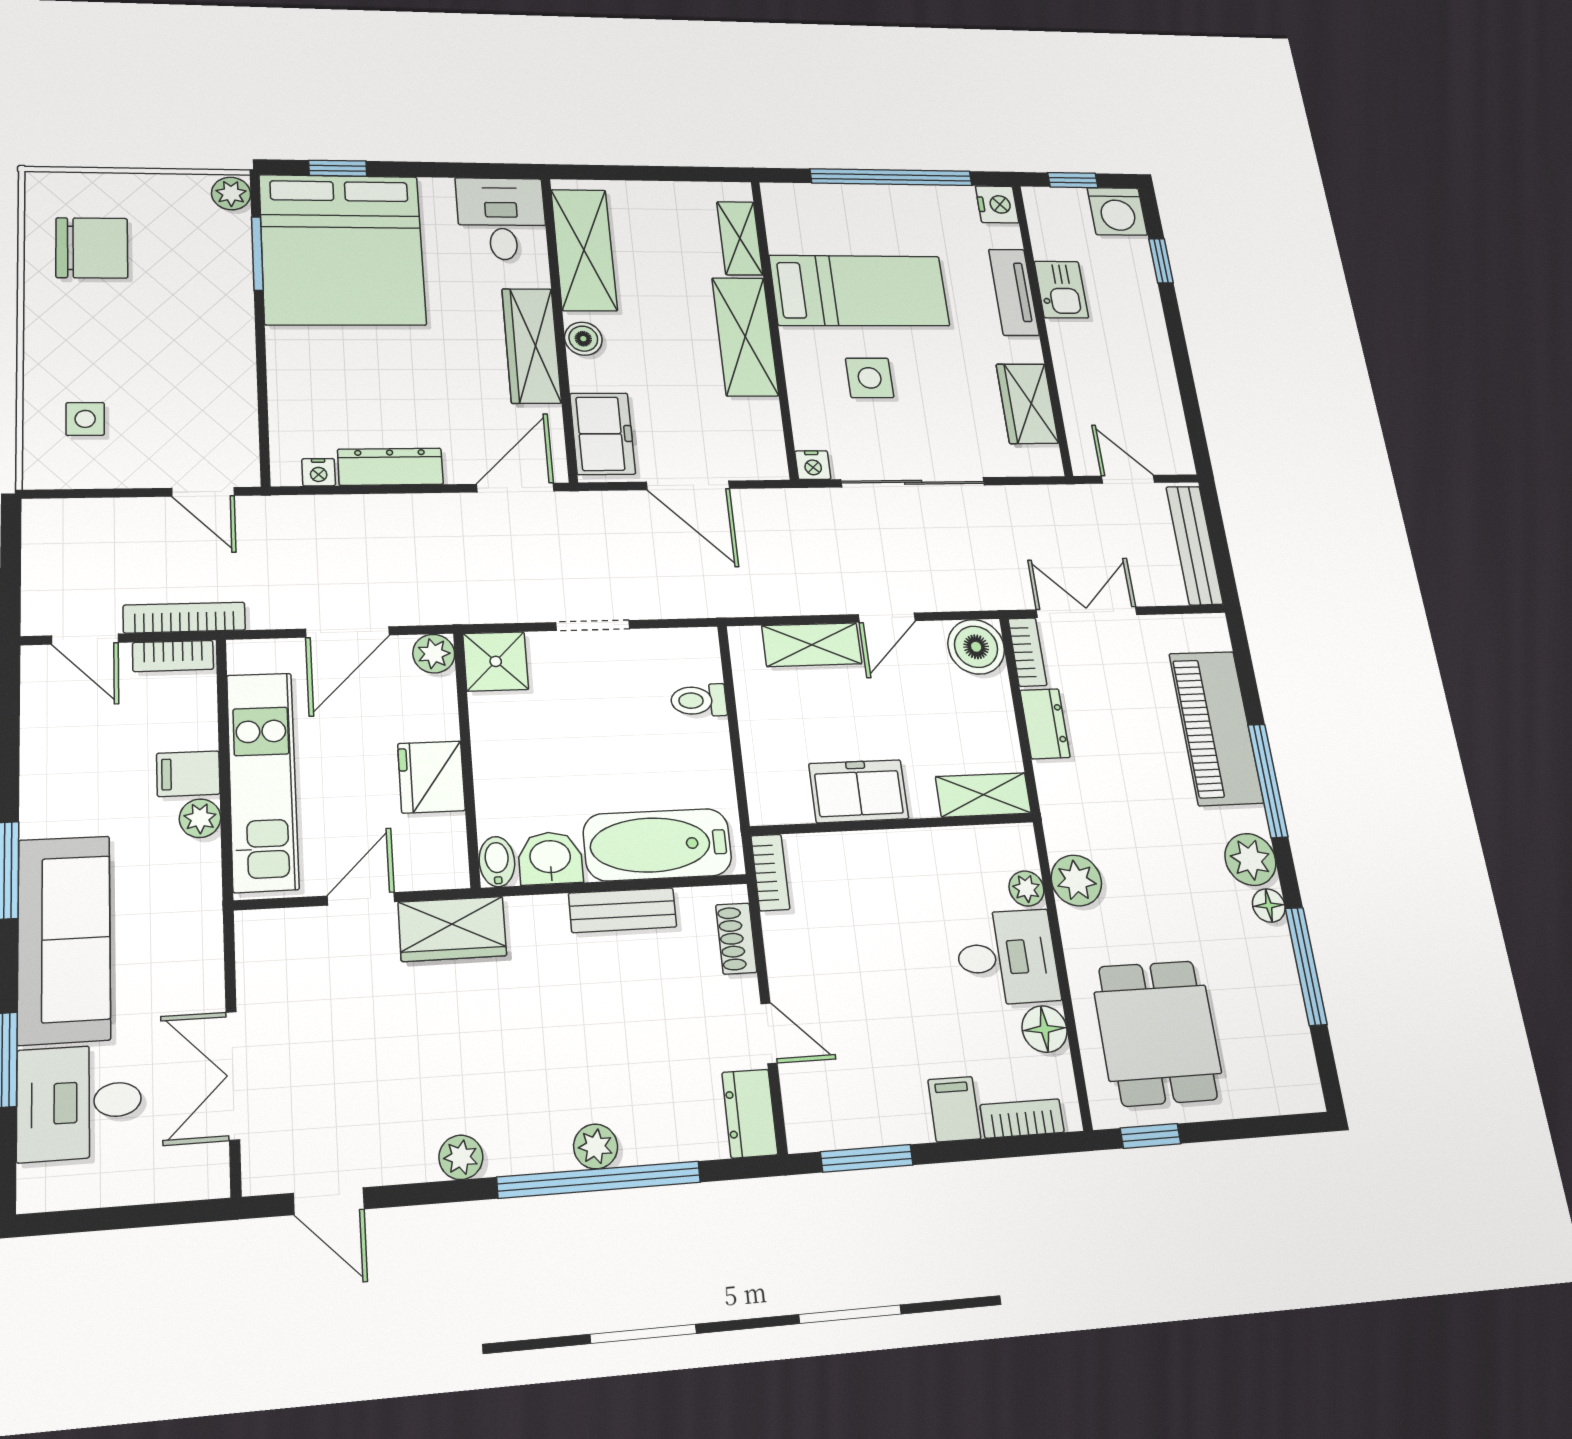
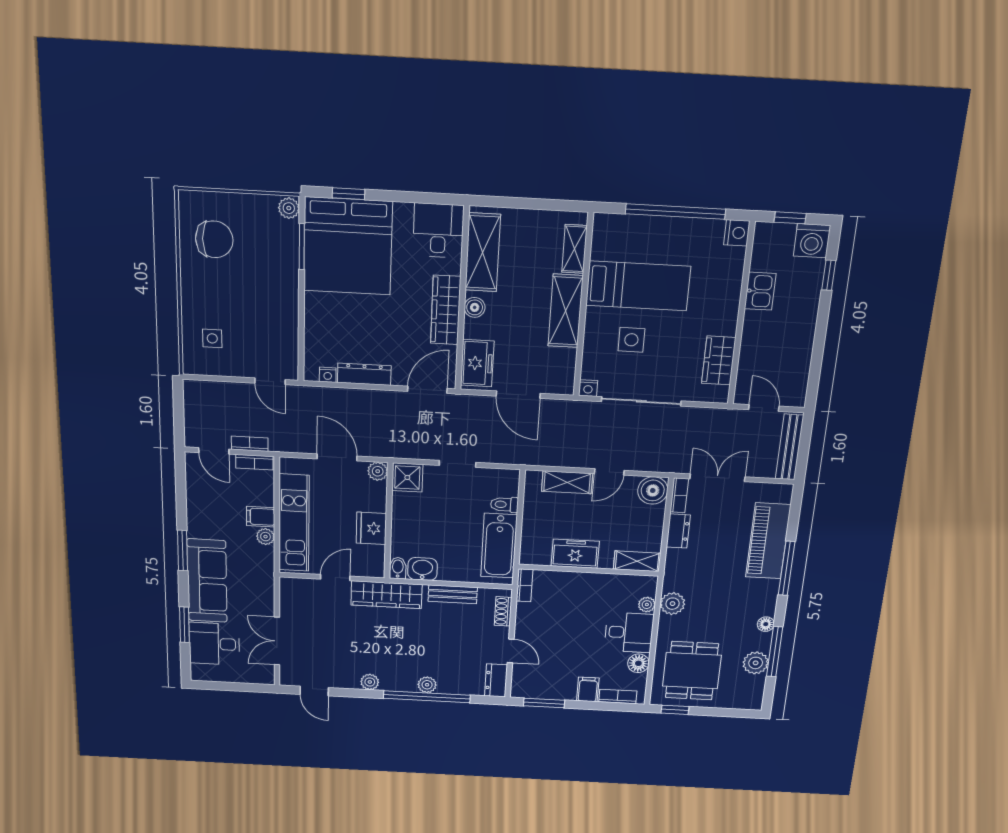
tv unit: (1014, 292) -> (731, 291), removed
bookcase: (184, 618) -> (250, 444), width x0.64
door: (347, 632) -> (337, 457), swing flipped
bathtub: (658, 845) -> (499, 546), moved, turned -90
plant: (1250, 859) -> (756, 663), moved
wardrobe: (452, 929) -> (386, 595), width x1.50

